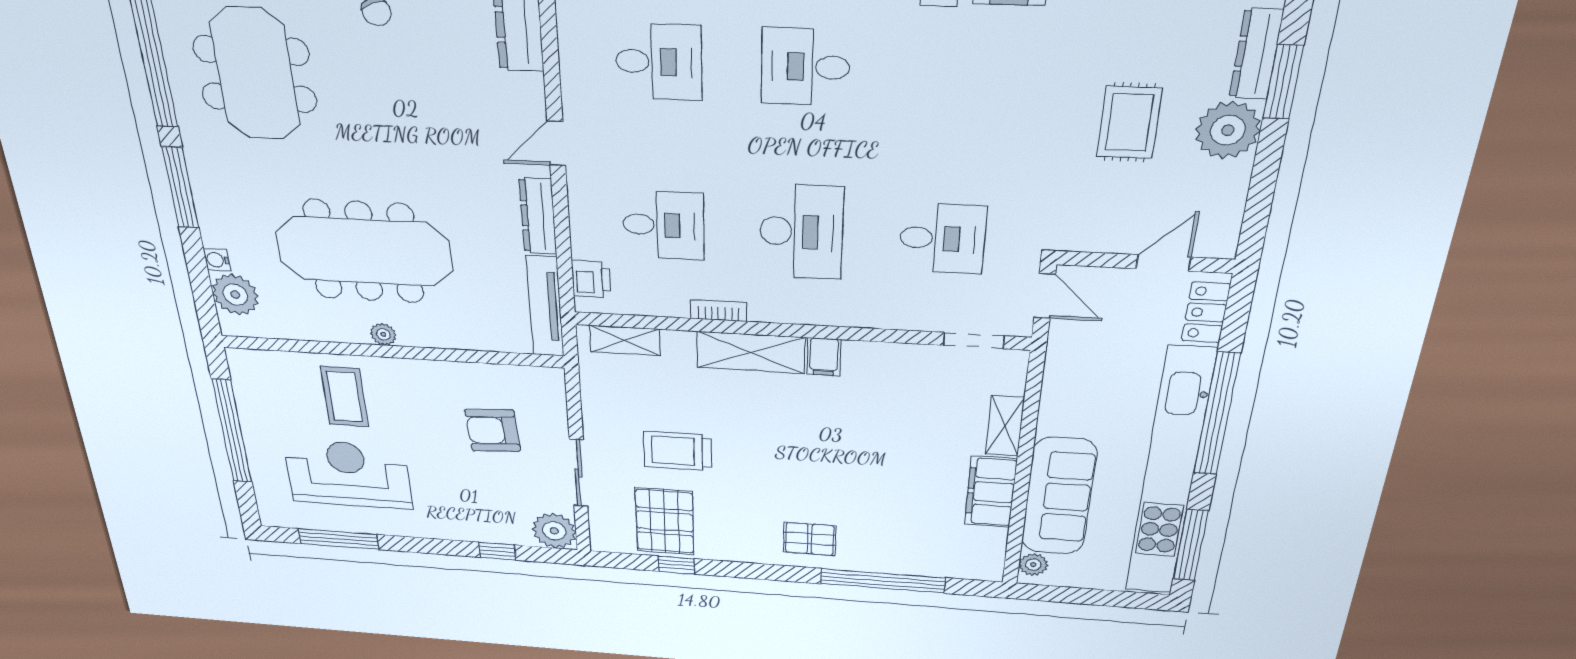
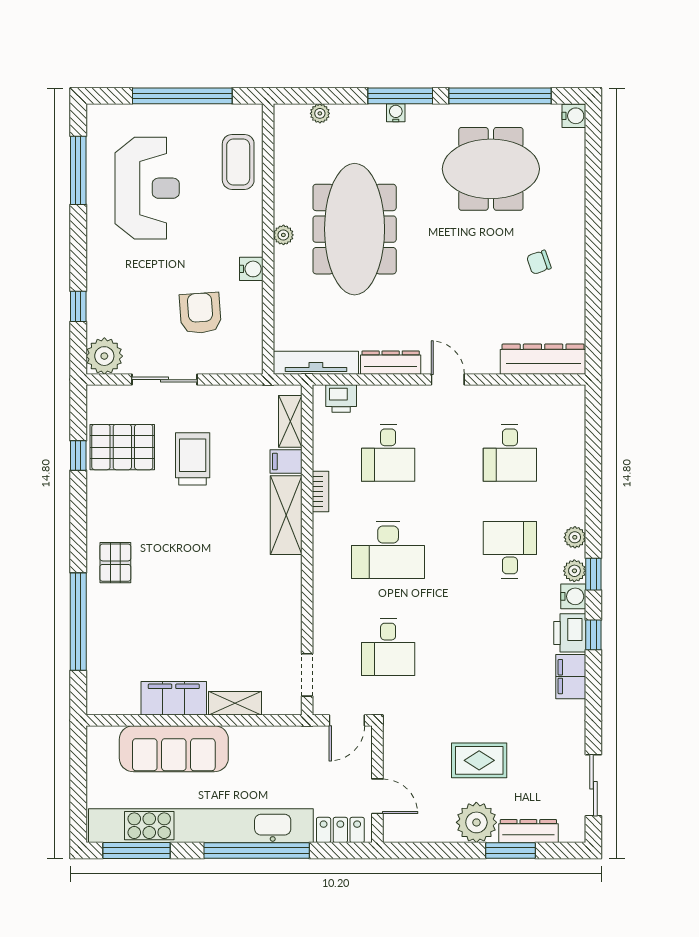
water cooler: (217, 260) -> (396, 113), moved
plant: (235, 295) -> (320, 113), width x0.53, depth x0.53
filing cabinet: (824, 357) -> (286, 461), moved
water cooler: (431, 372) -> (251, 269), added
coffee table: (345, 397) -> (238, 162), moved, turned 90
plant: (1033, 565) -> (106, 737), removed

